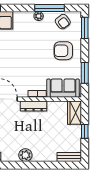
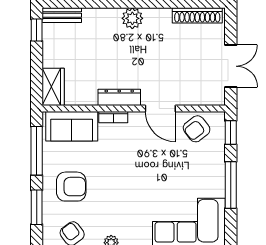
window: (85, 28) -> (37, 207), moved
window: (85, 73) -> (37, 151), width x1.44
window: (85, 131) -> (37, 30), moved

